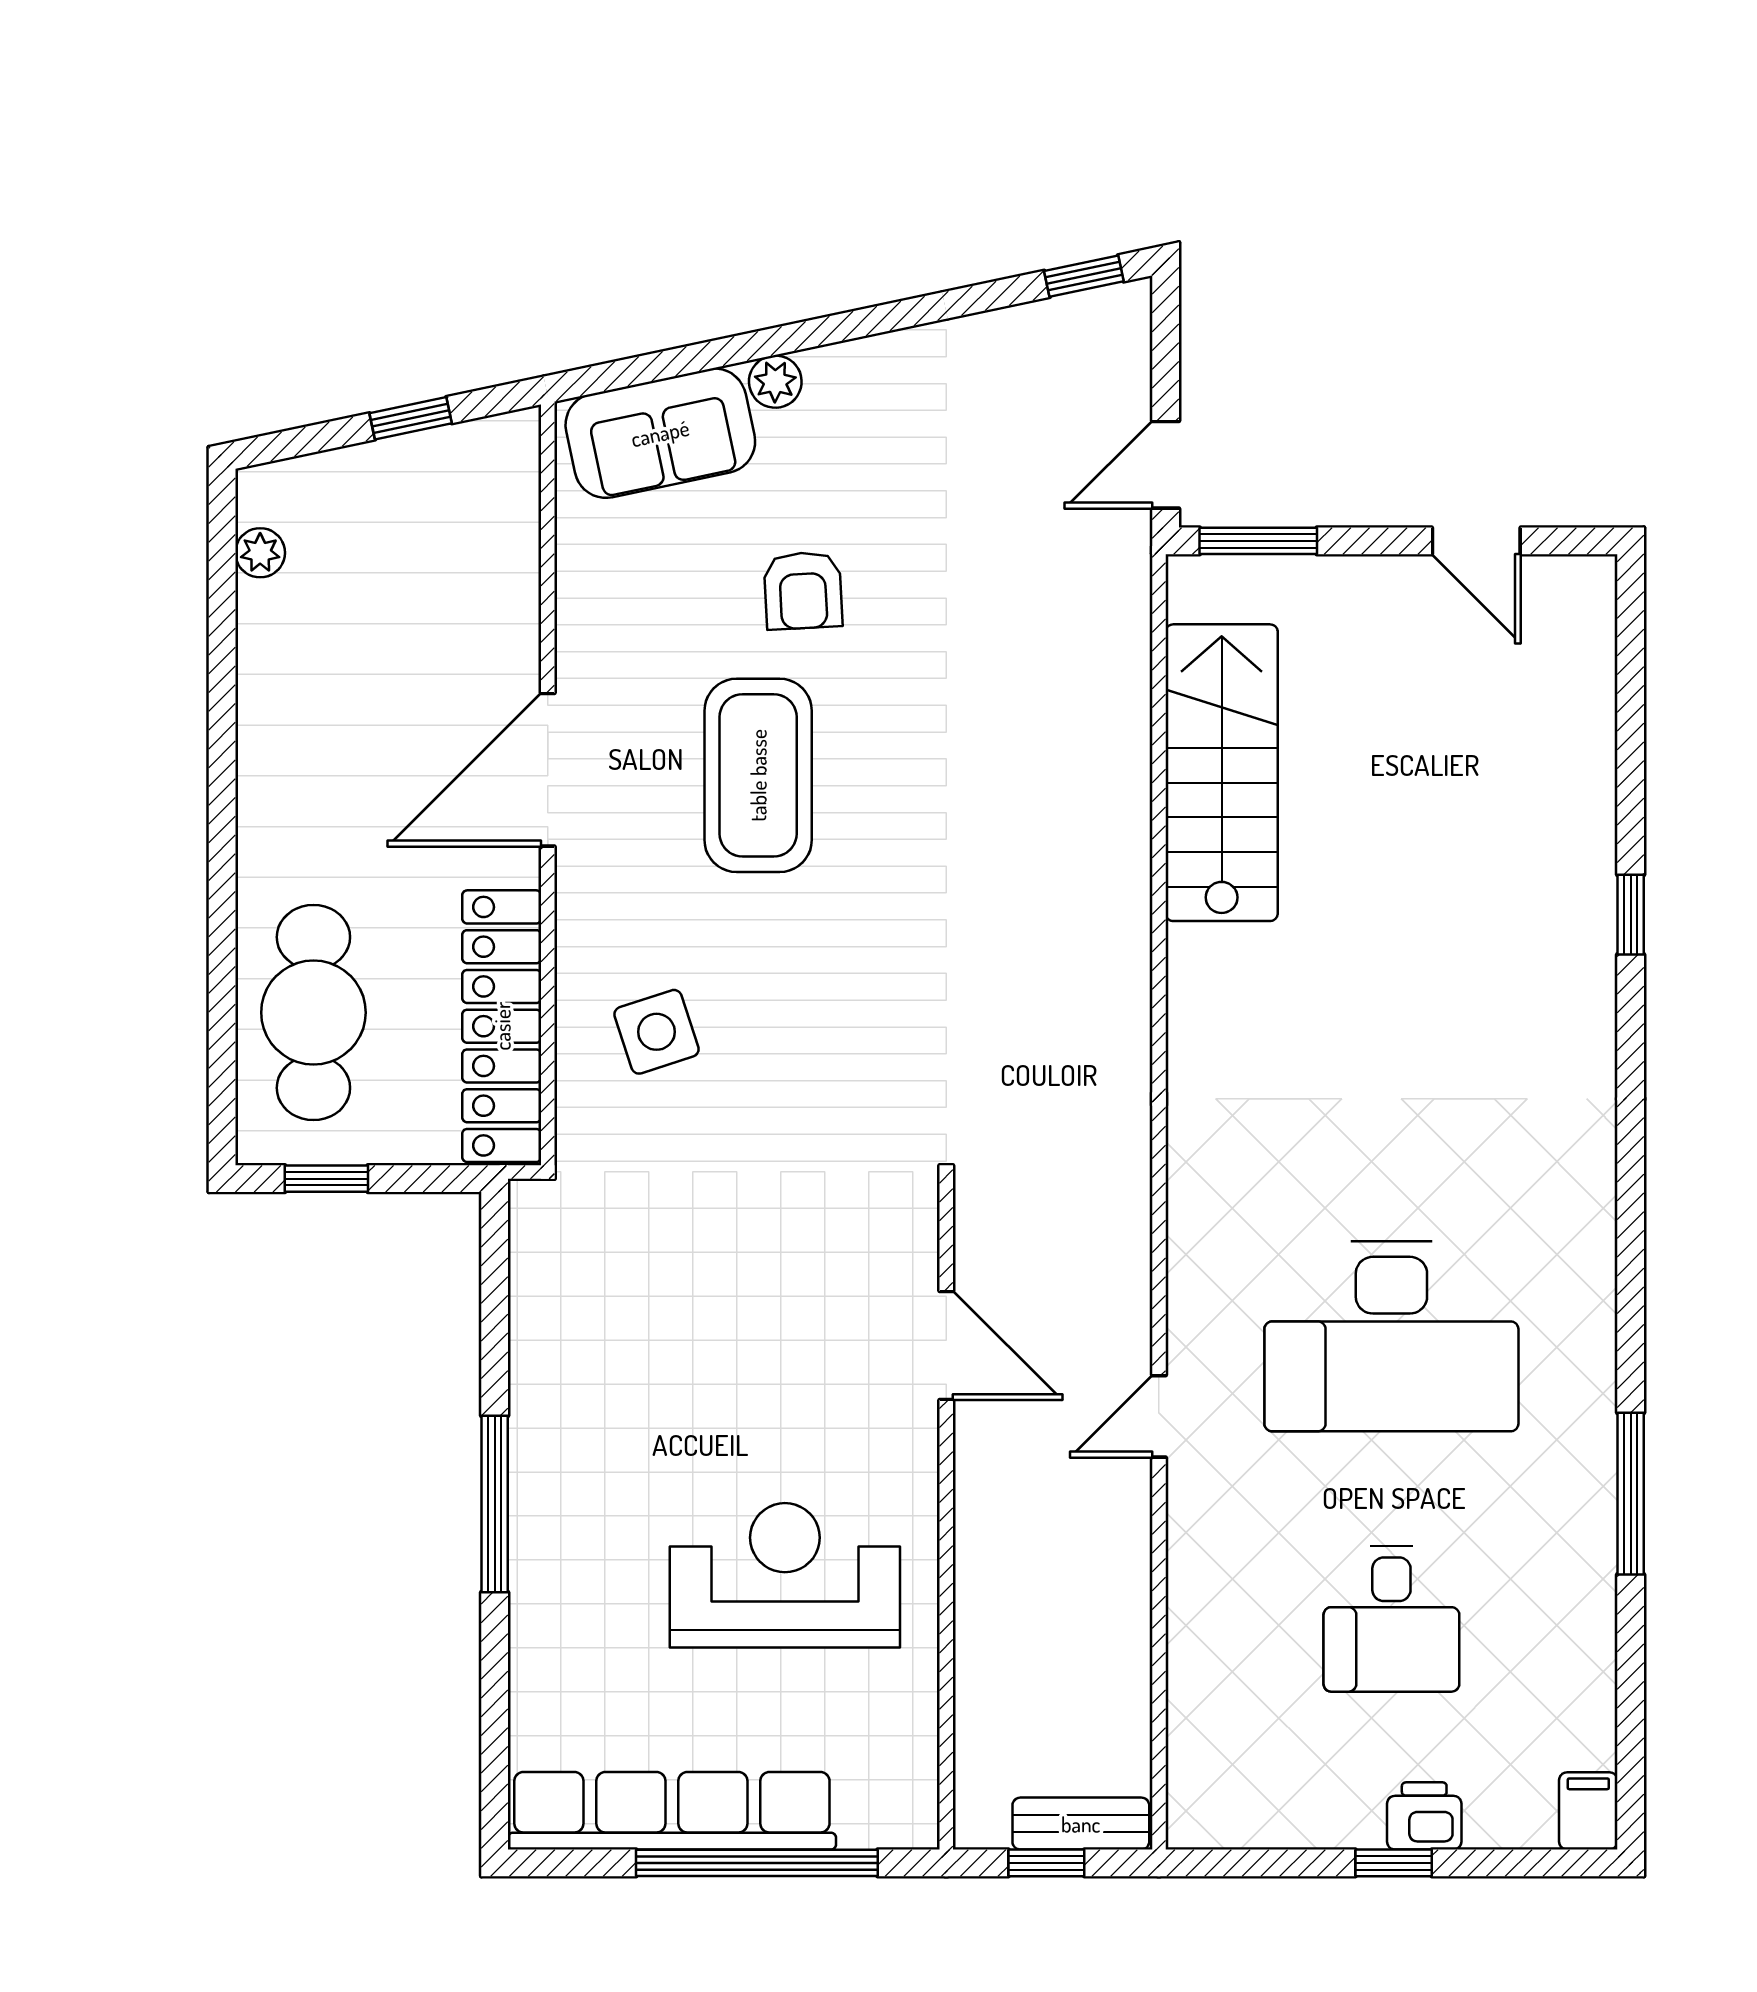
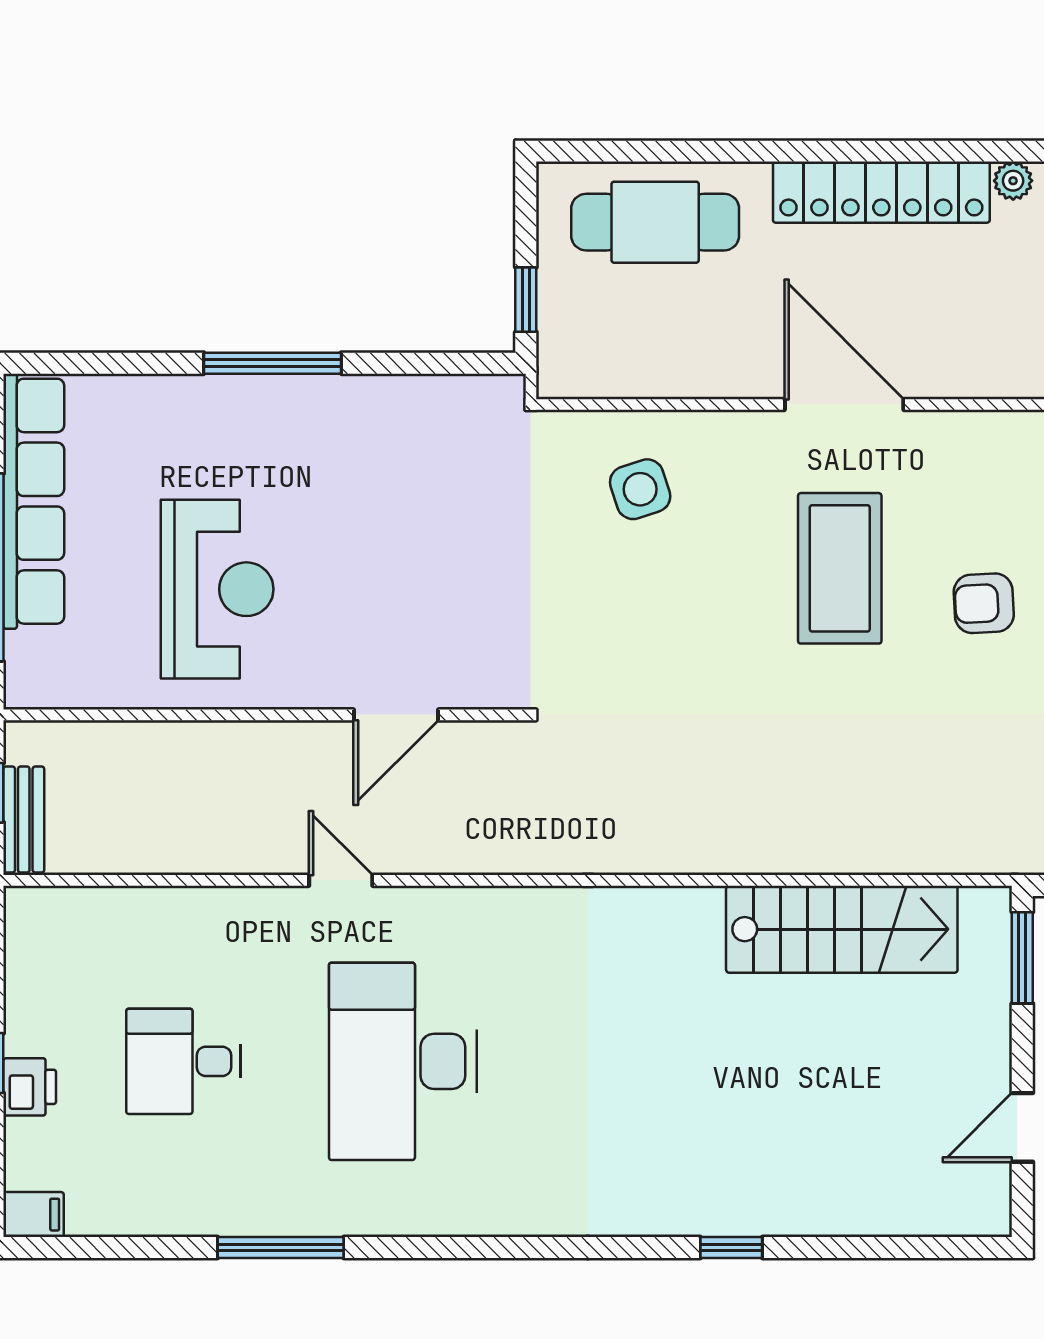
coffee table: (758, 775) -> (840, 568), turned 90
locker: (502, 1026) -> (881, 192), moved, turned 180
window: (326, 1179) -> (526, 300), moved

